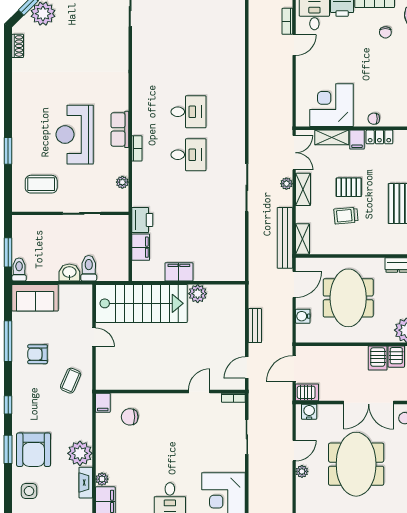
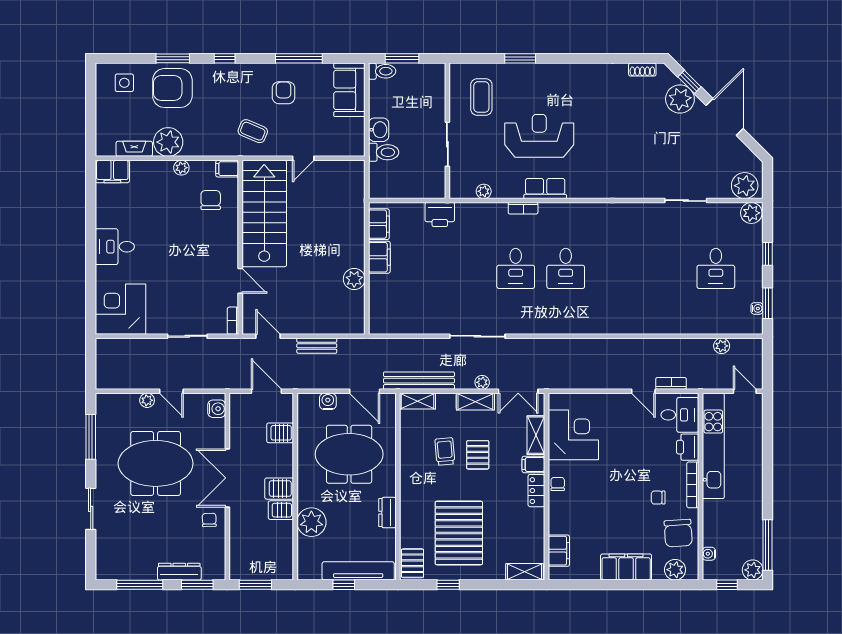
filing cabinet: (141, 247) -> (379, 224), moved, turned -90
stairs: (141, 303) -> (264, 213), moved, turned 180
server rack: (307, 392) -> (280, 433), moved, turned 90
plant: (102, 479) -> (181, 168), moved

